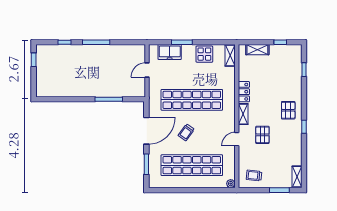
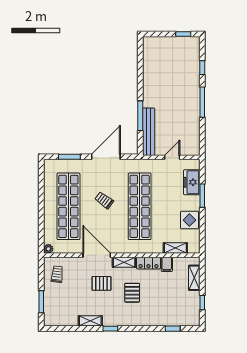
shelving: (230, 55) -> (175, 248), moved
door: (147, 70) -> (172, 157), hinge flipped
filing cabinet: (245, 75) -> (167, 264), added
bench: (123, 92) -> (149, 132), added
pallet: (288, 110) -> (132, 293), moved, turned 90
door: (146, 131) -> (106, 157), swing flipped
door: (237, 139) -> (97, 255), width x1.88
shelving: (297, 177) -> (90, 321), moved

